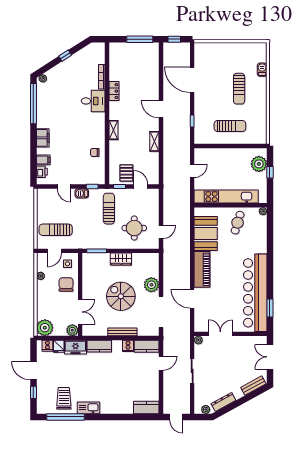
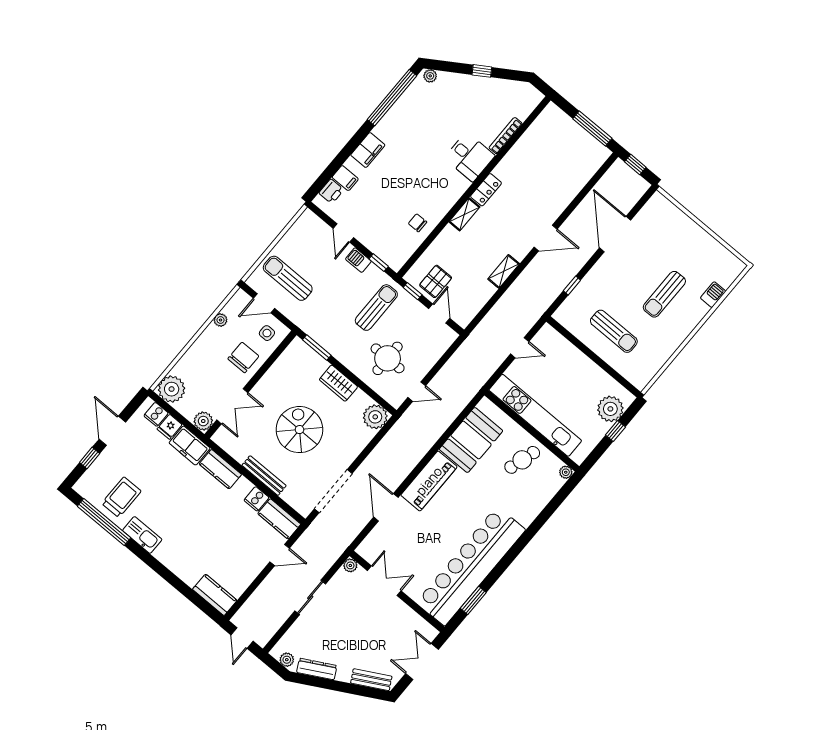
locker: (114, 91) -> (486, 190), moved
door: (161, 109) -> (546, 238), swing flipped
plant: (151, 285) -> (375, 417), moved

